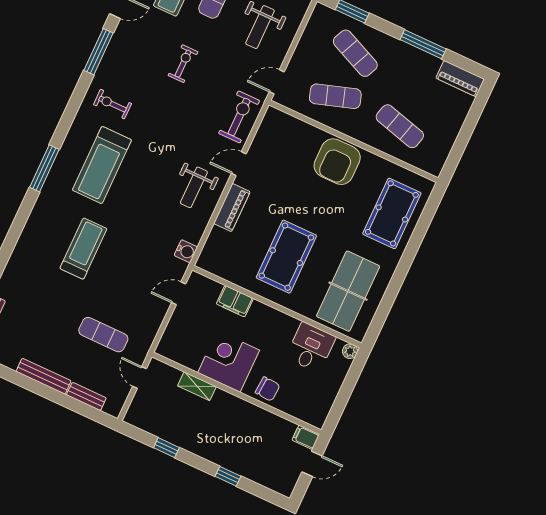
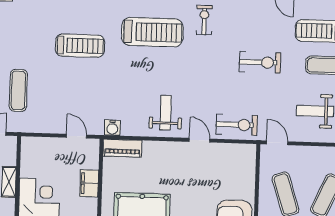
exercise bike: (183, 64) -> (260, 62), width x1.38, depth x1.39
treadmill: (102, 165) -> (152, 32), turned 180
weight bench: (194, 187) -> (166, 113), turned 90
piano: (232, 208) -> (122, 148), moved

